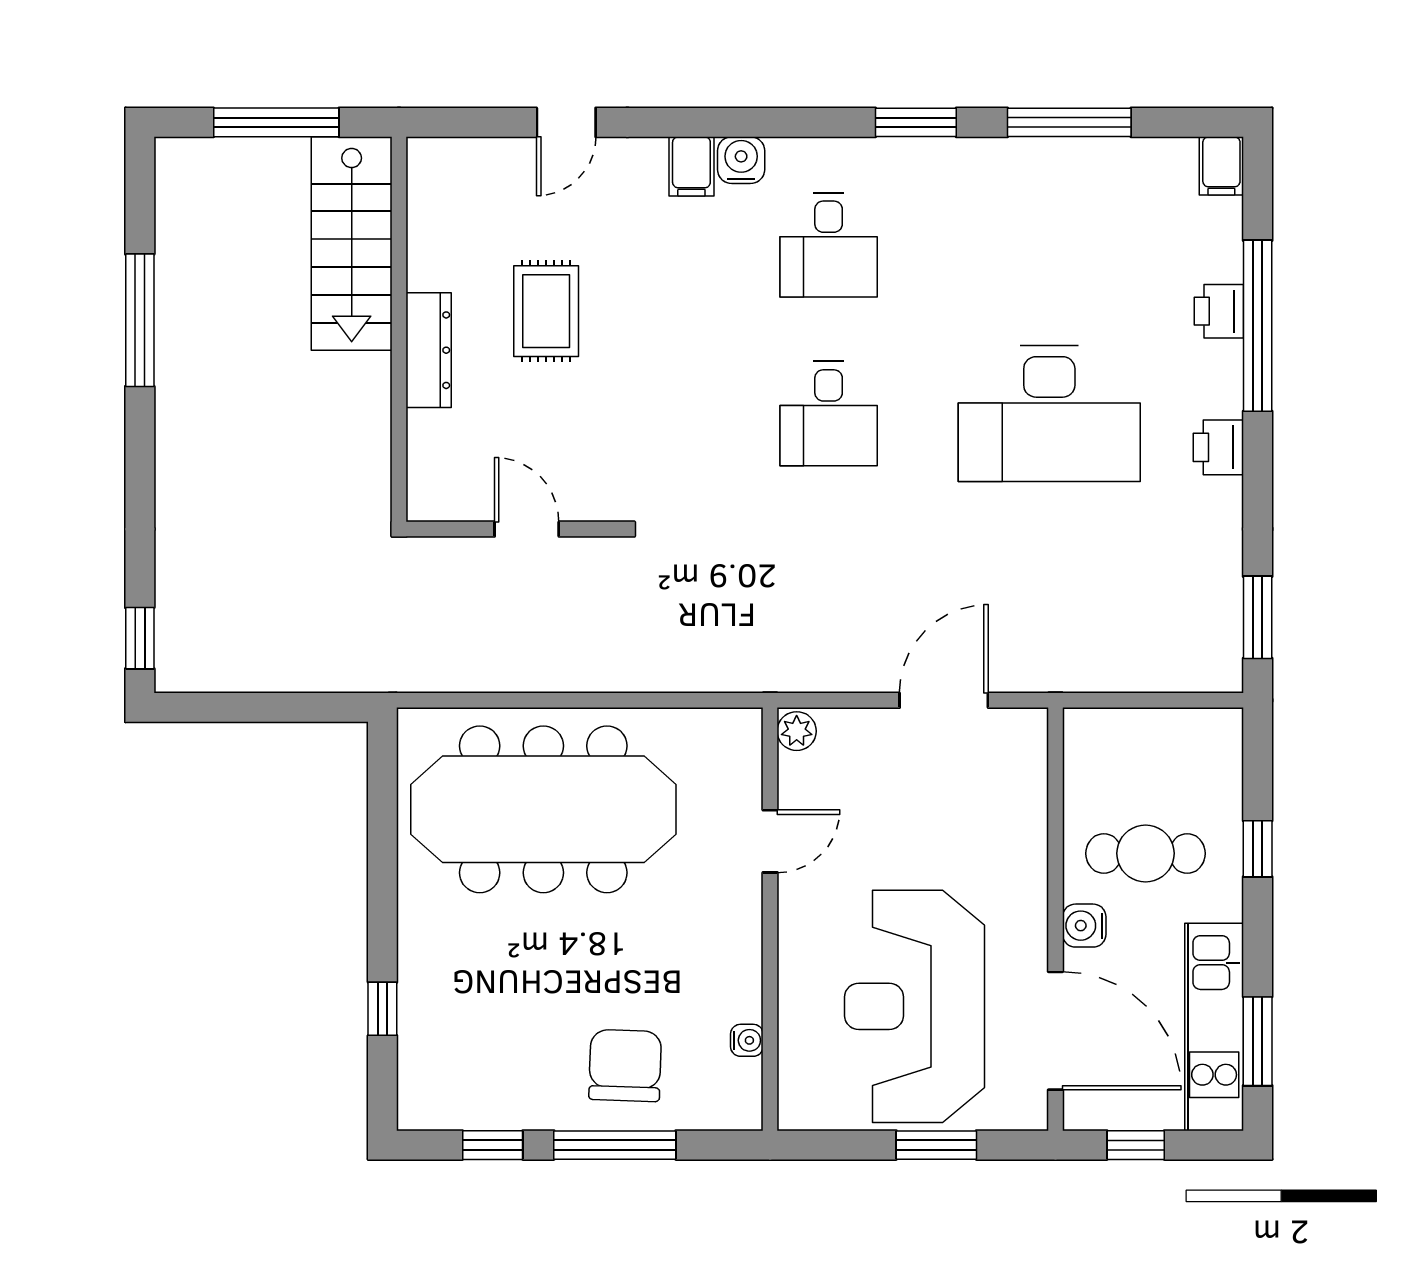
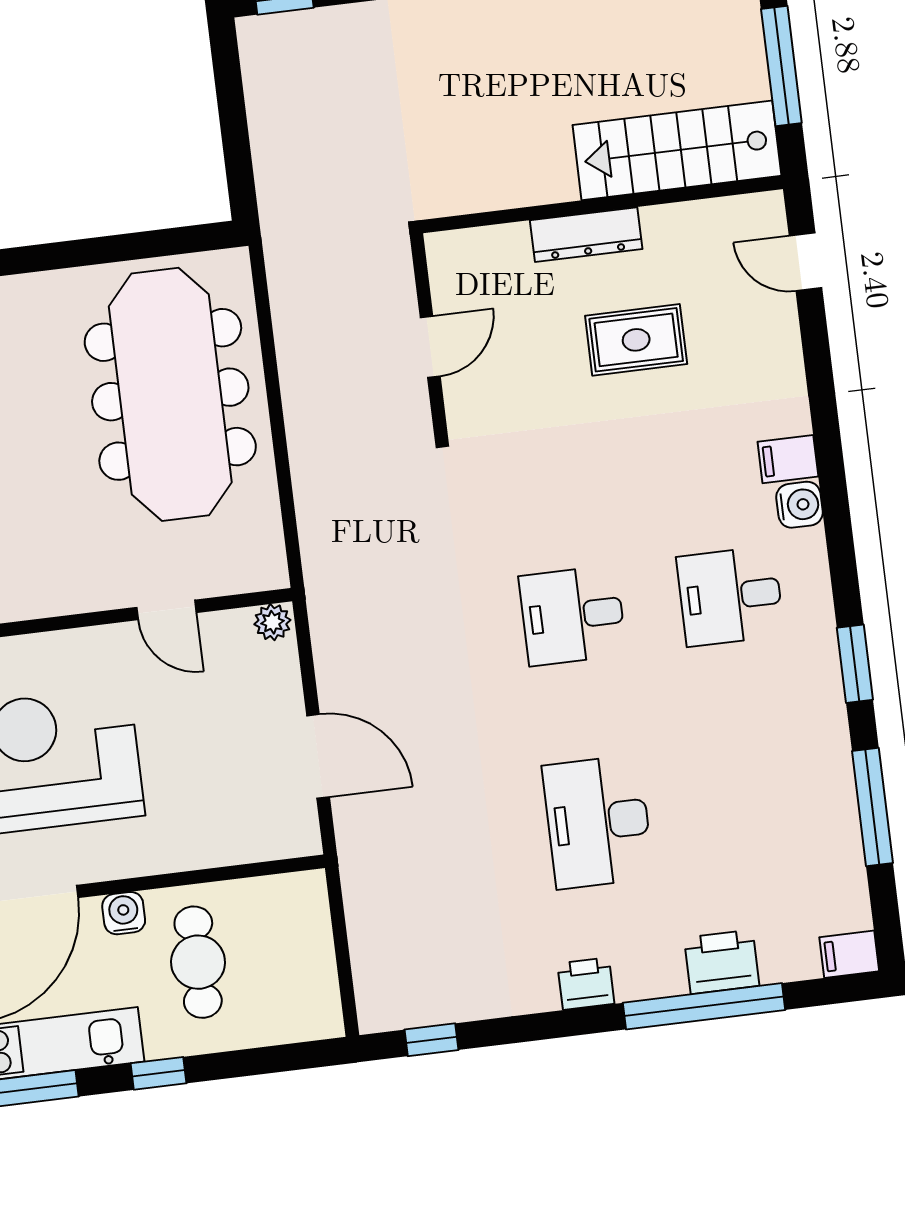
door: (566, 122) -> (805, 262), moved
printer: (1219, 311) -> (722, 962), width x1.36, depth x1.24
desk: (1049, 414) -> (598, 822), width x0.73, depth x0.77
window: (1258, 617) -> (432, 1040), width x0.67
window: (1258, 849) -> (158, 1073), moved

